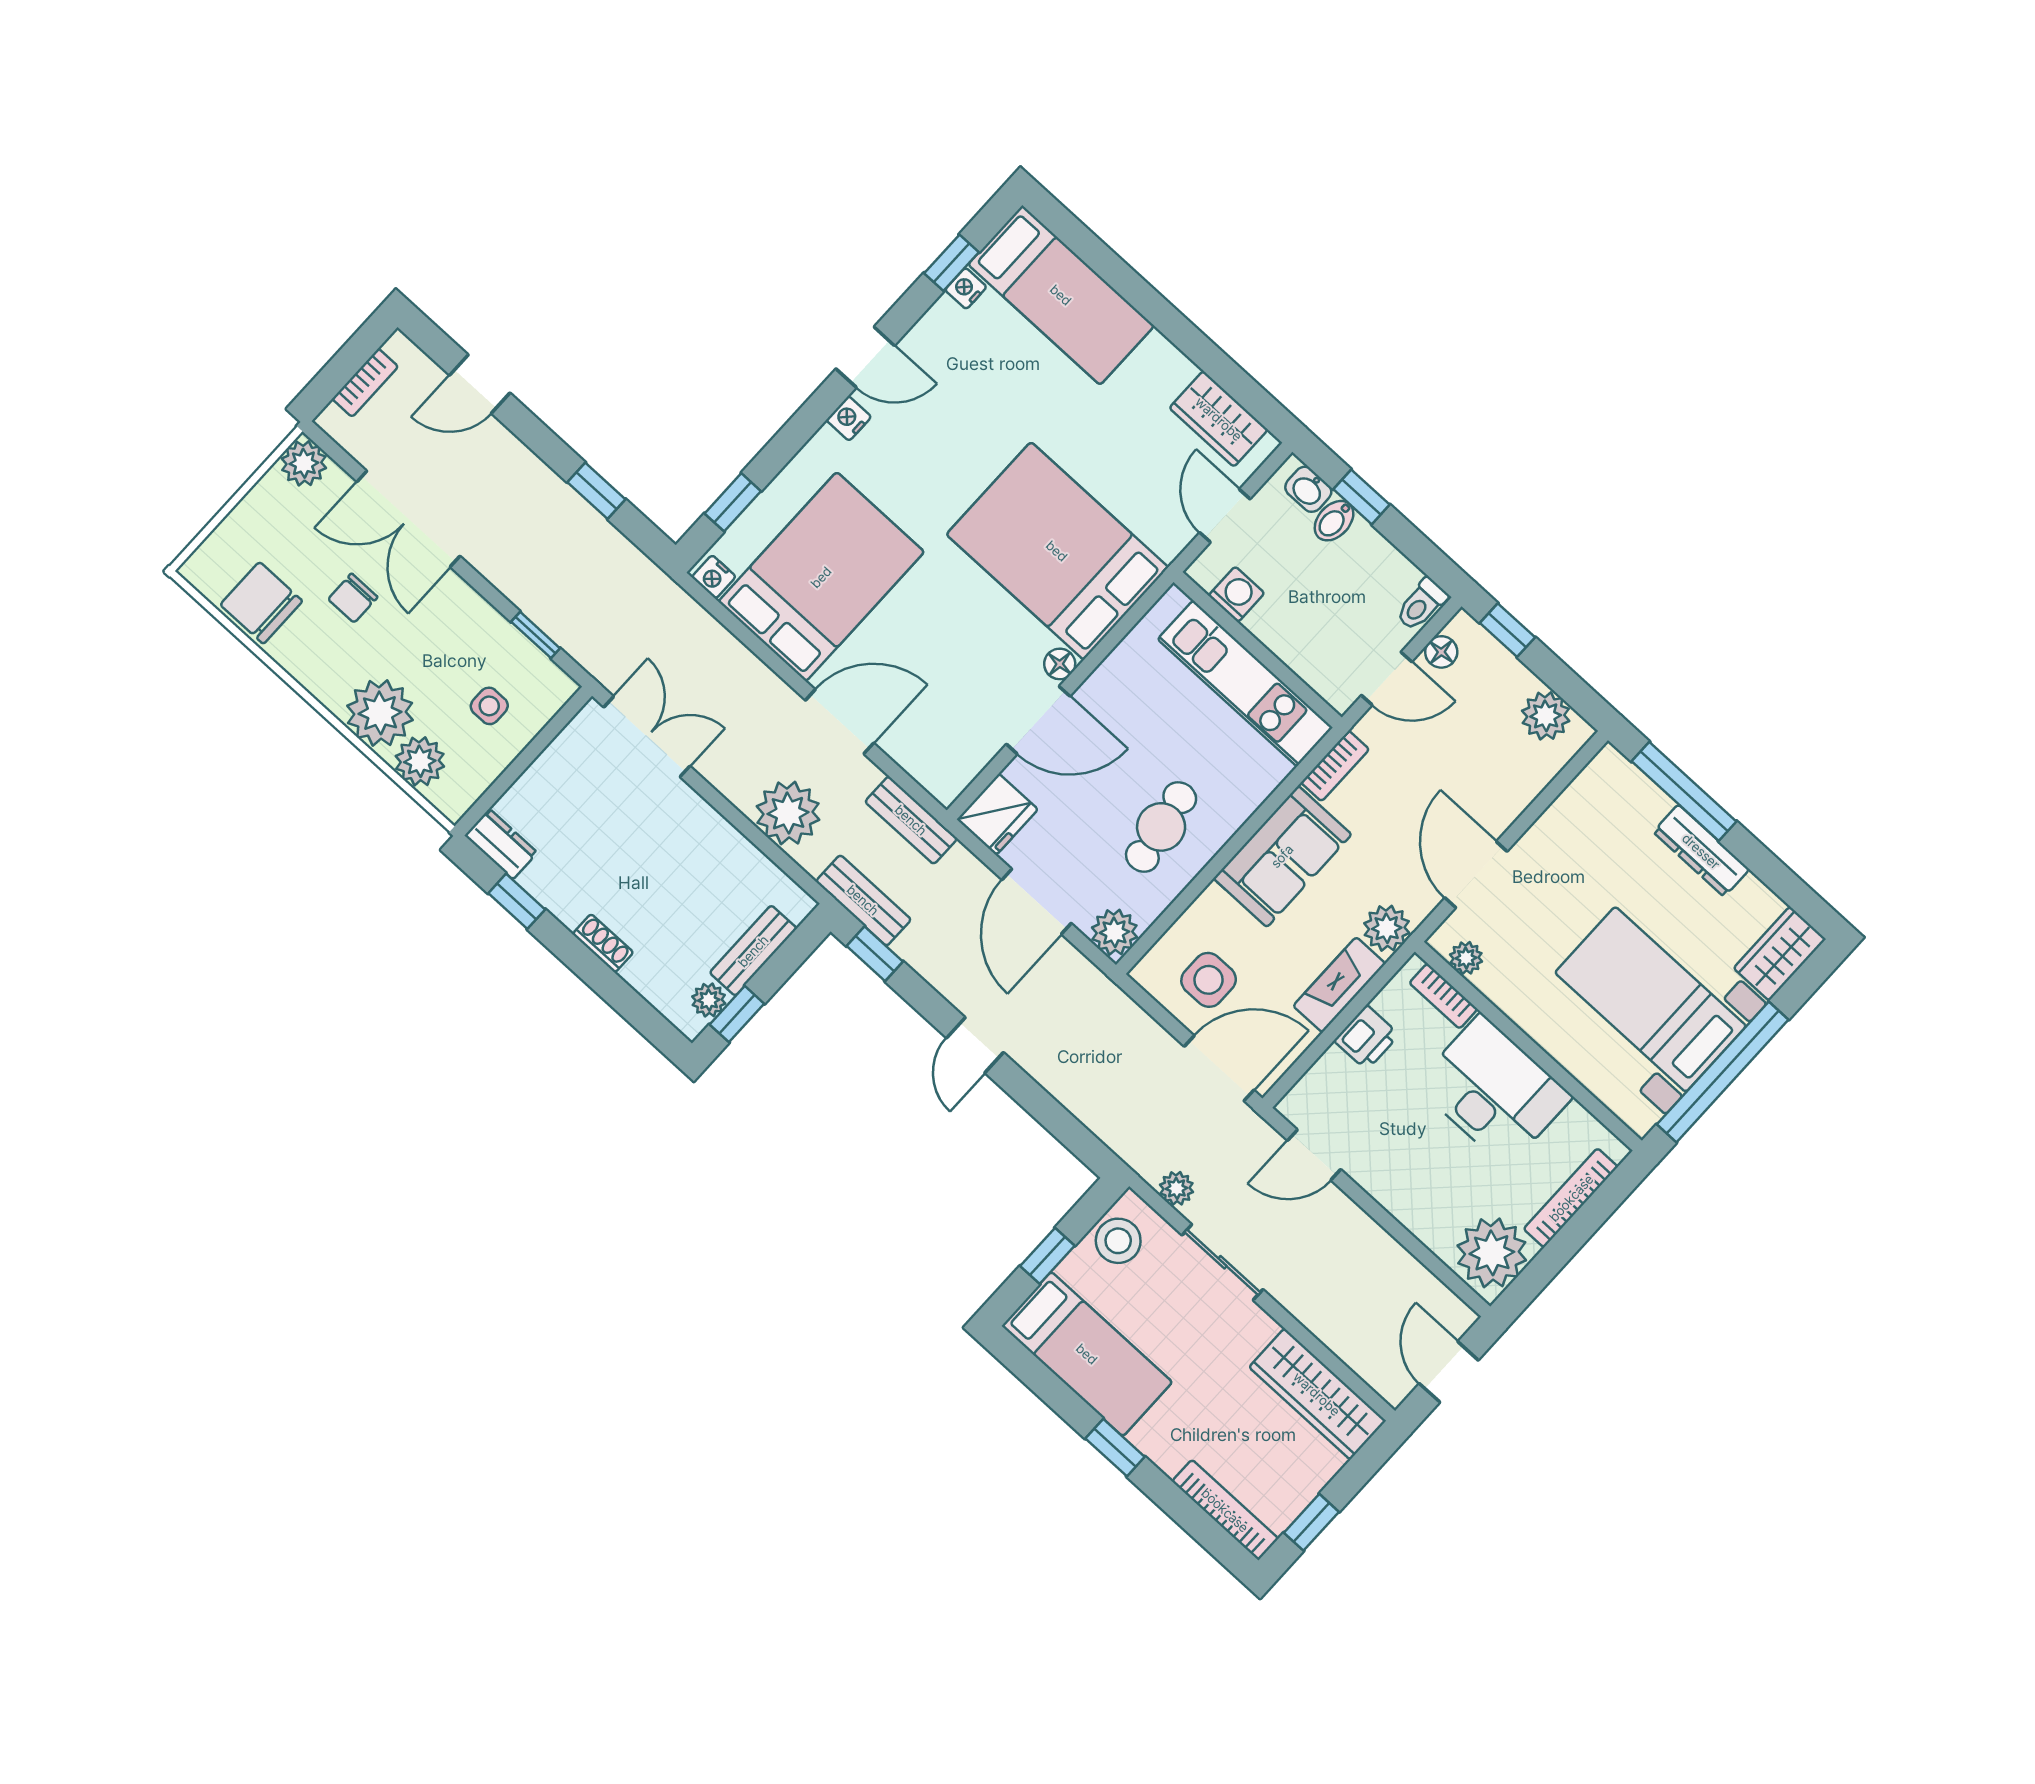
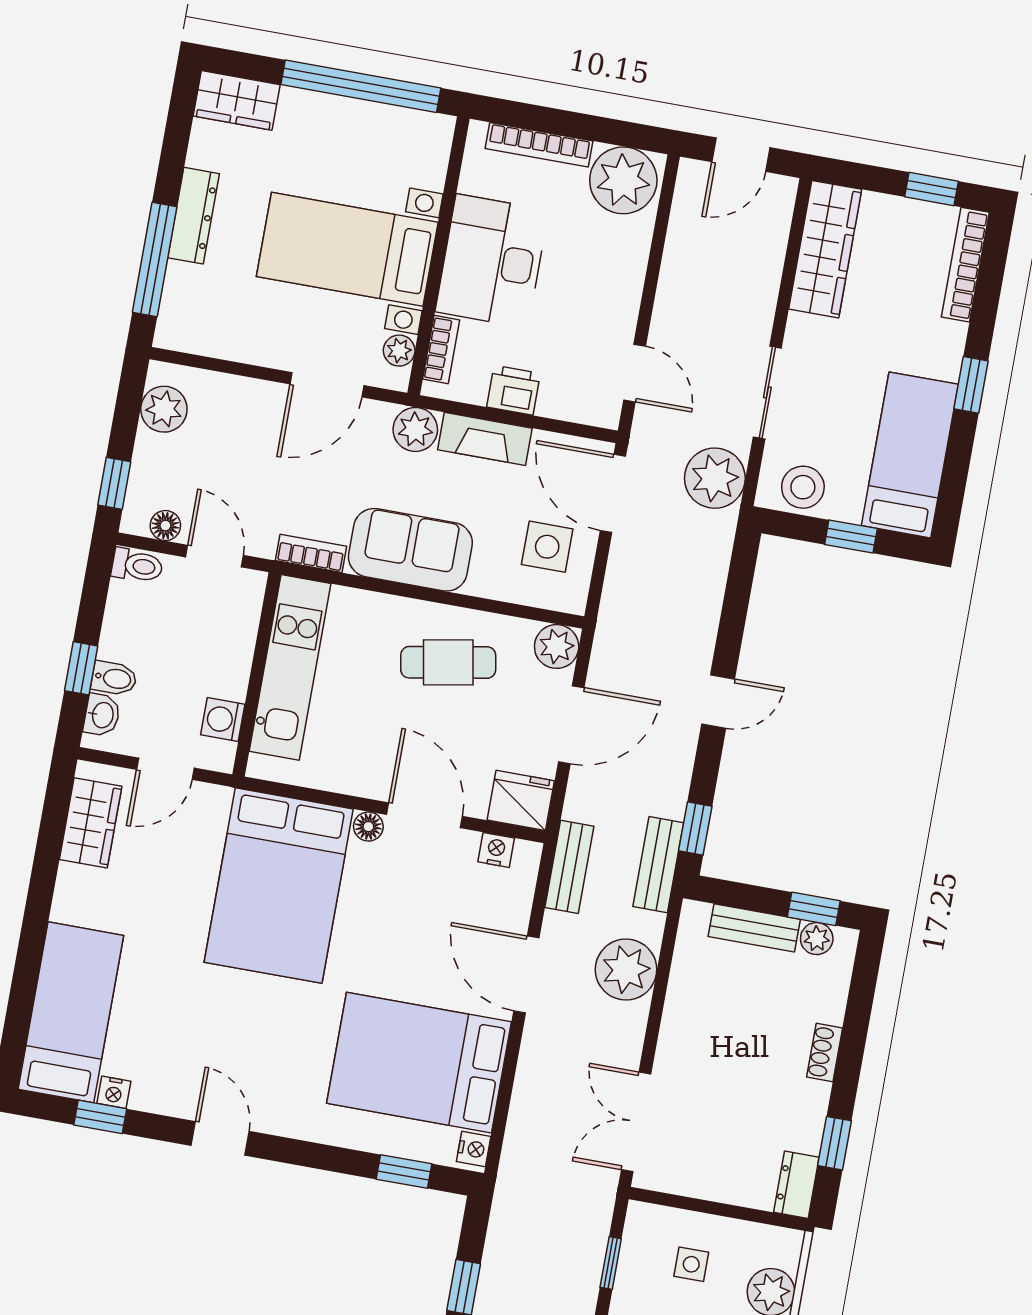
nightstand: (849, 418) -> (496, 850), moved, turned 180
bed with nightstands: (1651, 999) -> (347, 249), moved, turned 90
plant: (1177, 1188) -> (715, 478), width x1.87, depth x1.87

